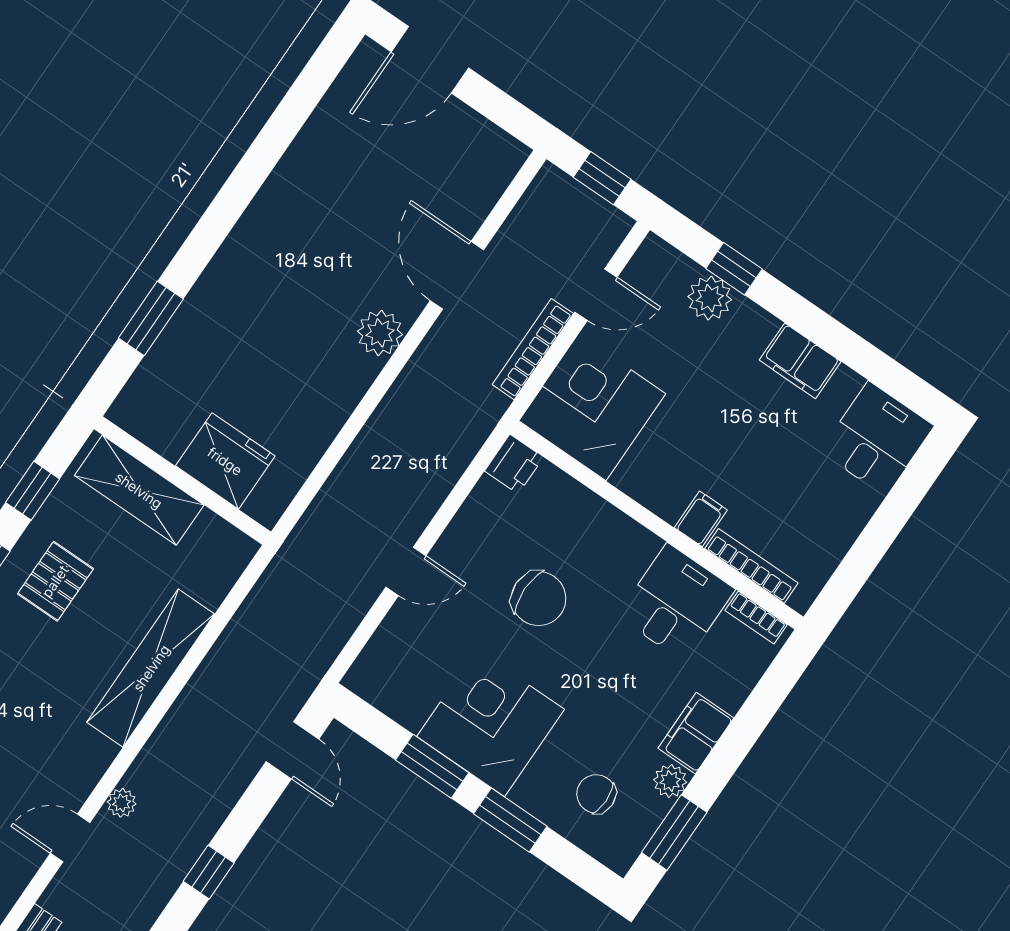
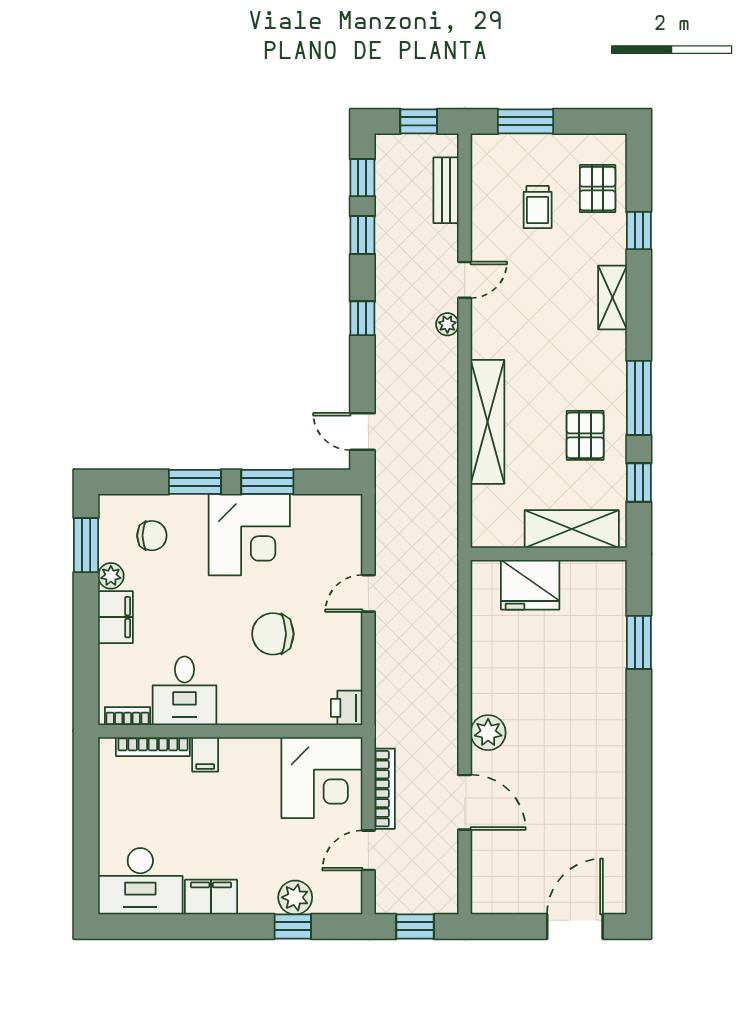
desk: (877, 439) -> (140, 881), width x1.37

